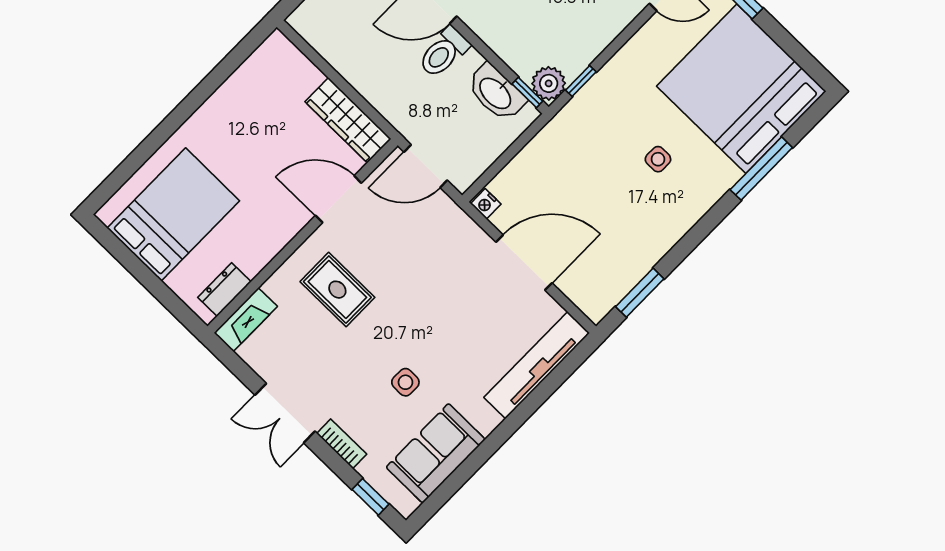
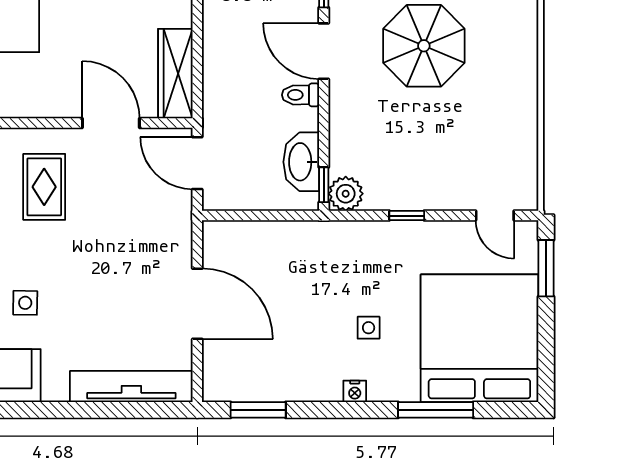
toilet: (444, 52) -> (301, 95), width x0.73, depth x0.72
window: (581, 81) -> (407, 216), moved
nightstand: (486, 204) -> (355, 391), moved, turned -90

